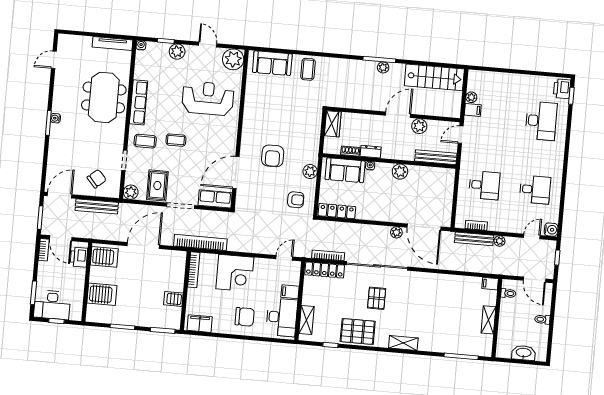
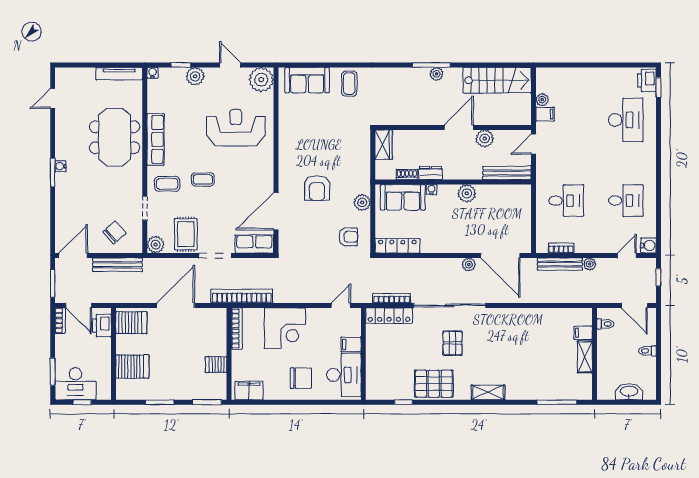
filing cabinet: (490, 284) -> (583, 333), moved
shelving: (307, 320) -> (373, 376), removed

